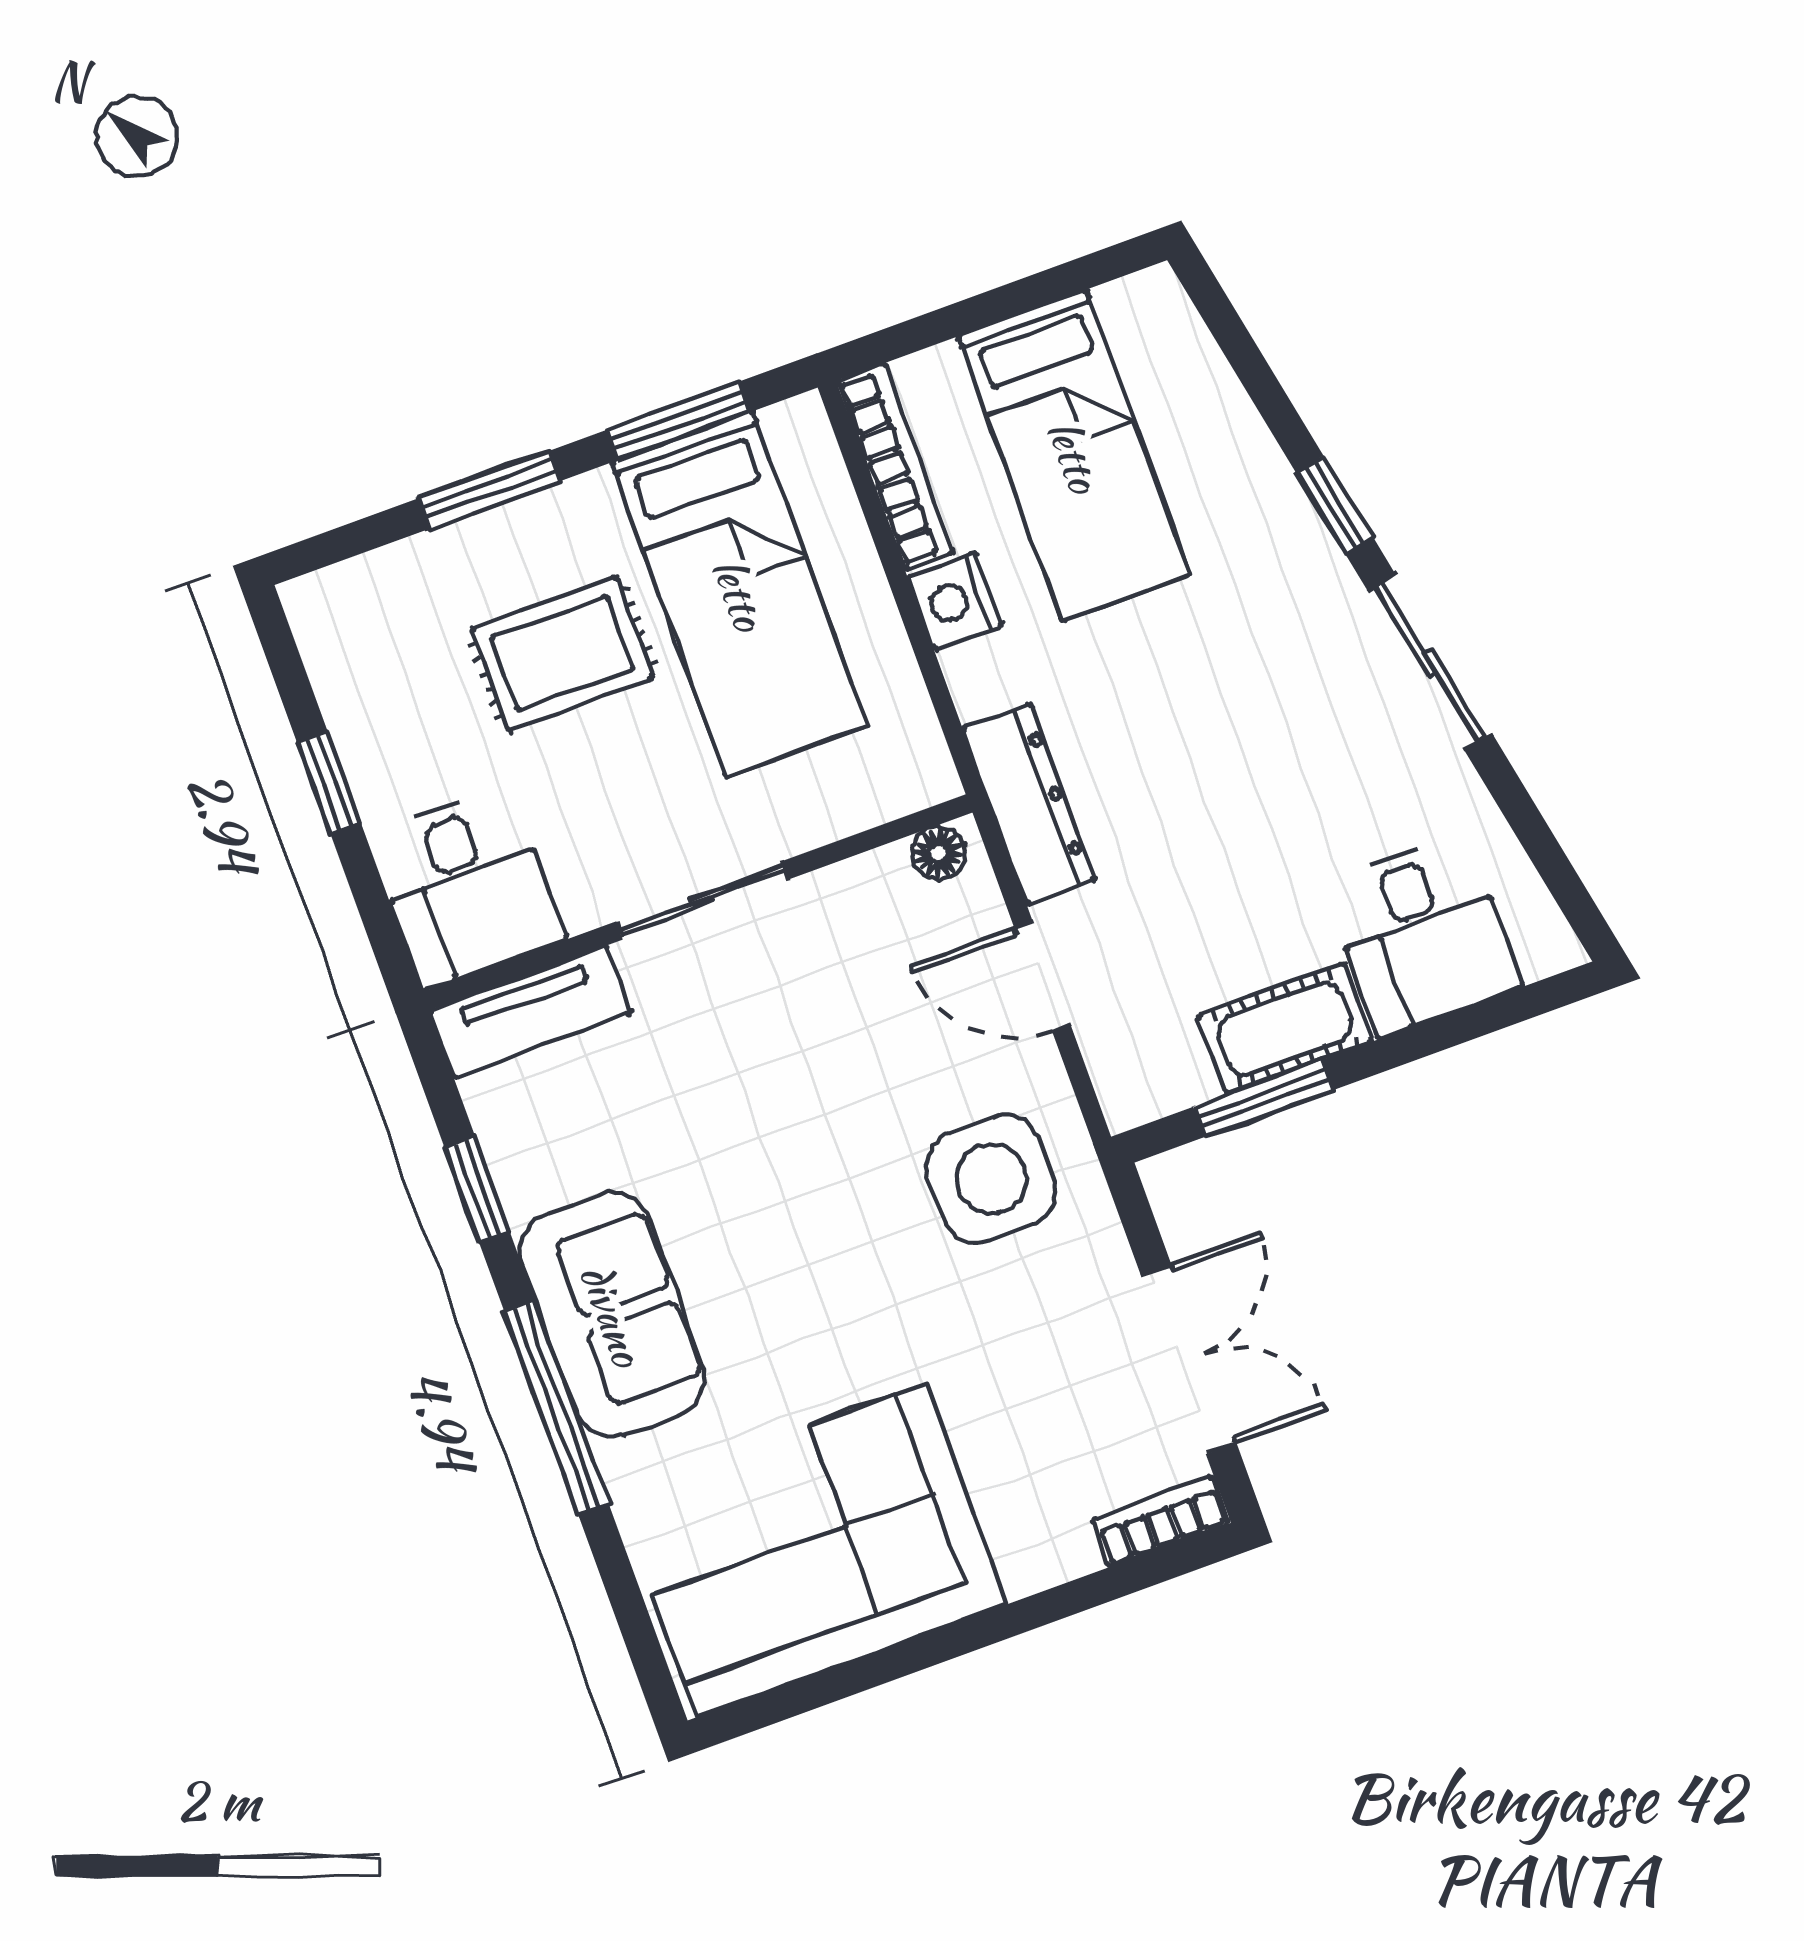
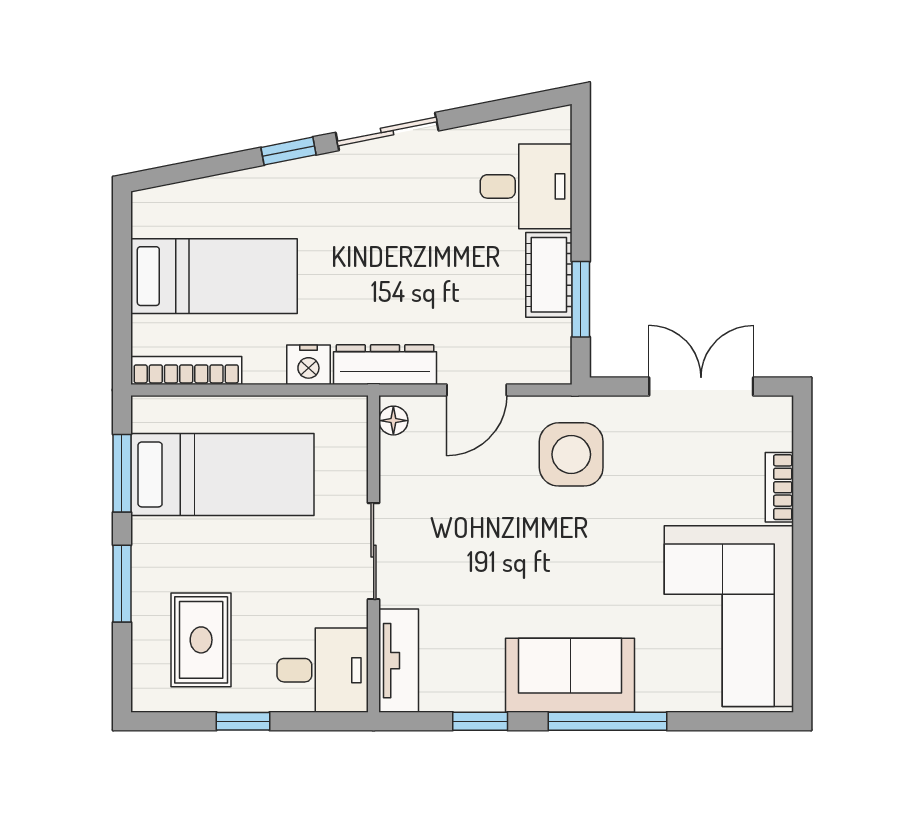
nightstand: (955, 601) -> (308, 365), moved
rug: (562, 654) -> (201, 640), moved
bookcase: (1160, 1521) -> (779, 487), moved

